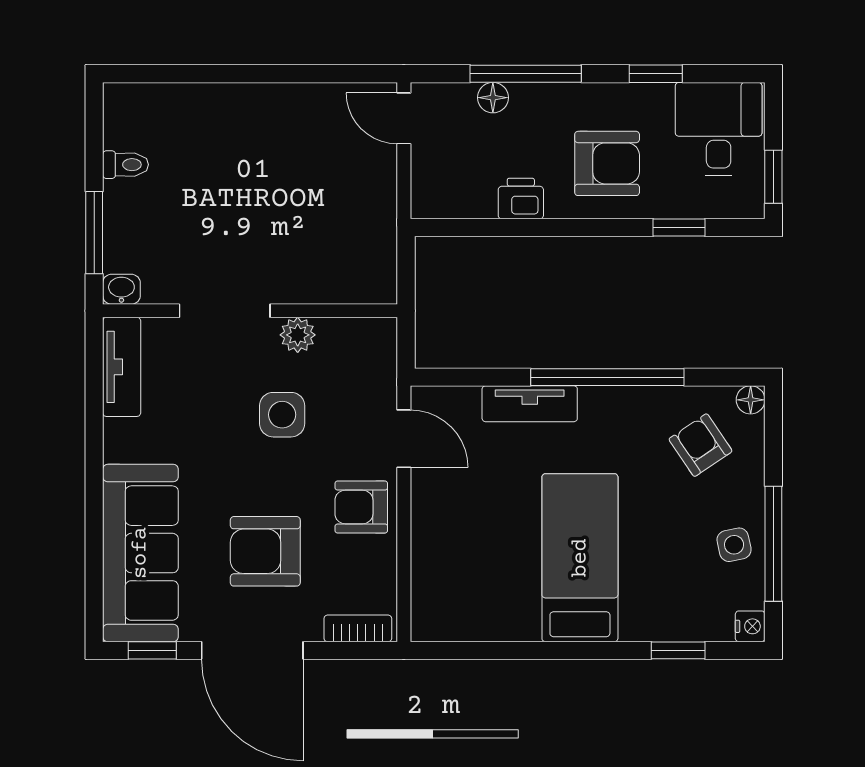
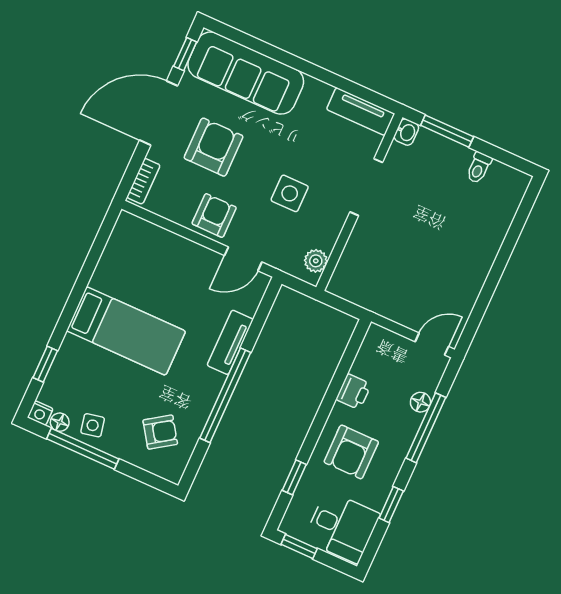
plant: (298, 335) -> (316, 261), moved
floor lamp: (751, 400) -> (60, 422), moved

